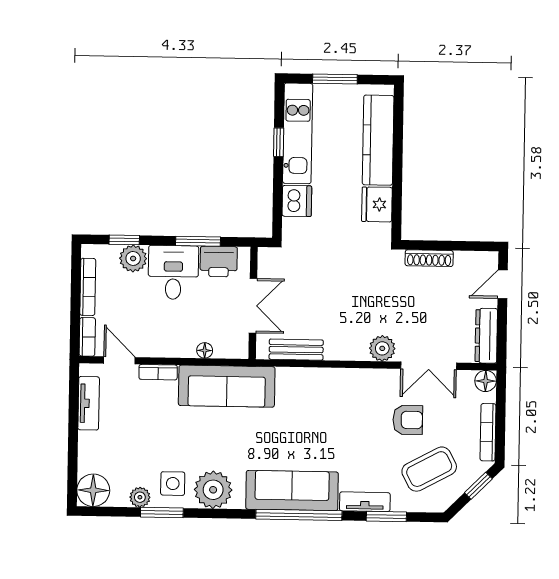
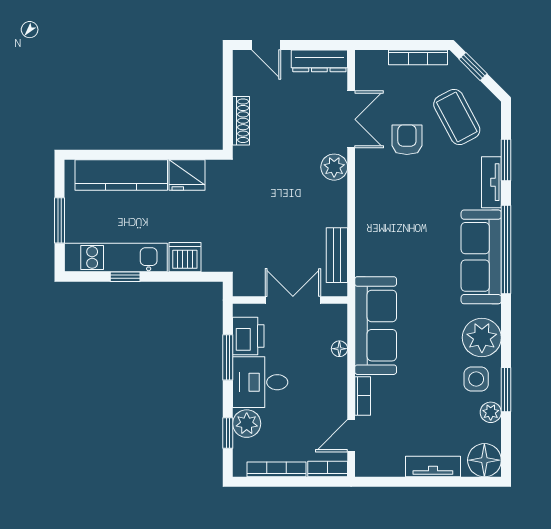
floor lamp: (486, 381) -> (366, 61), removed
tv unit: (89, 403) -> (433, 466), moved

